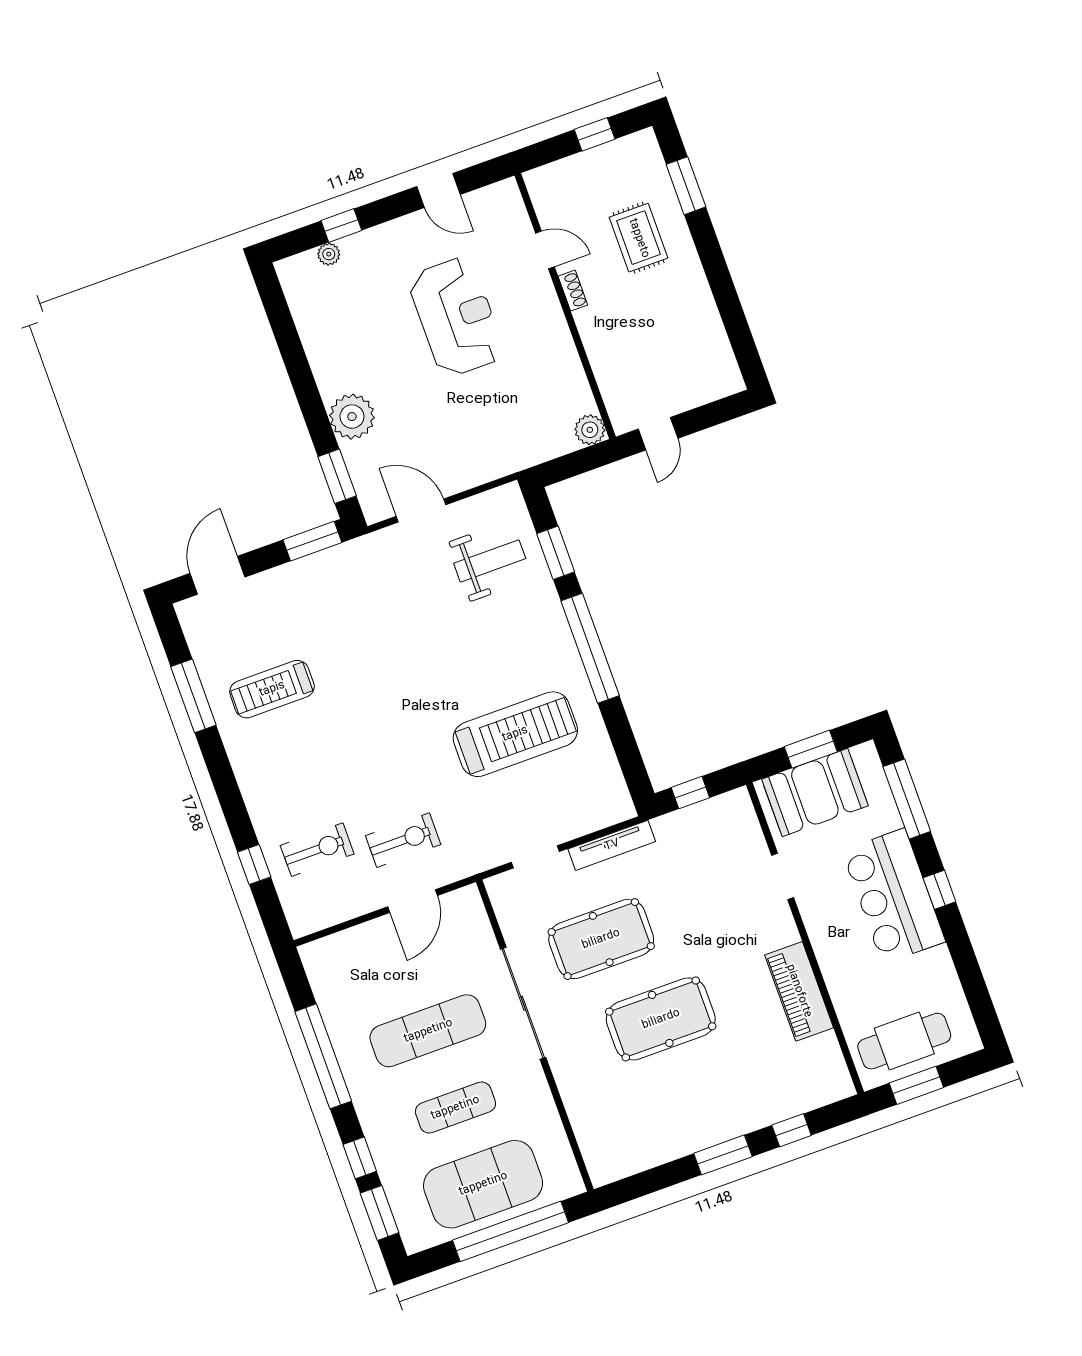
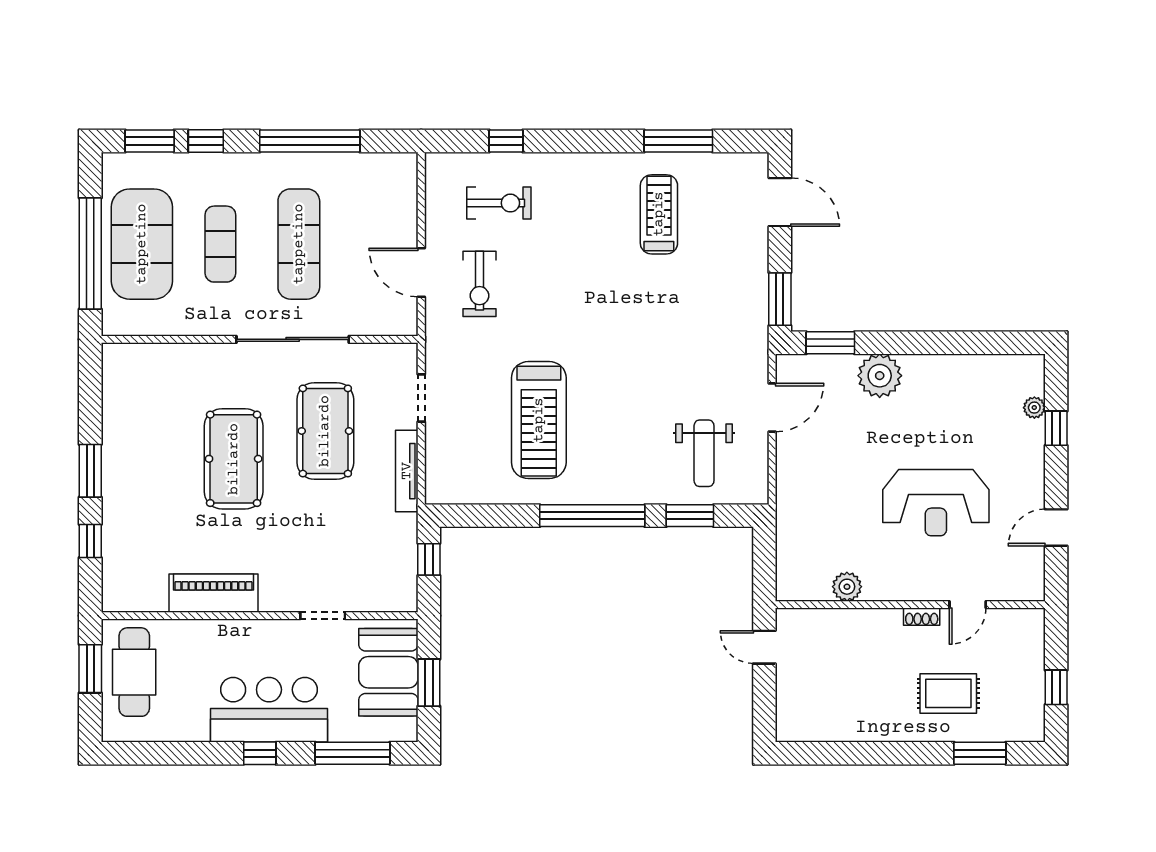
plant: (590, 430) -> (847, 587), moved
exercise bike: (317, 850) -> (499, 203), turned -90

